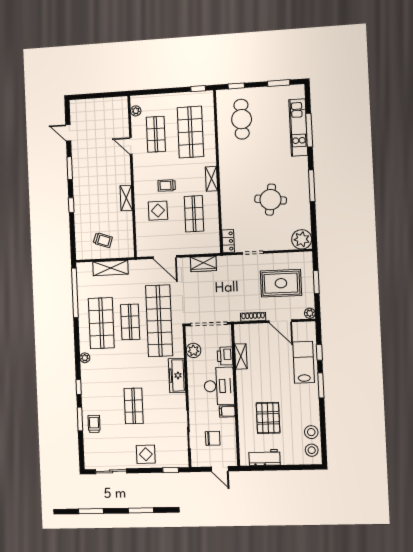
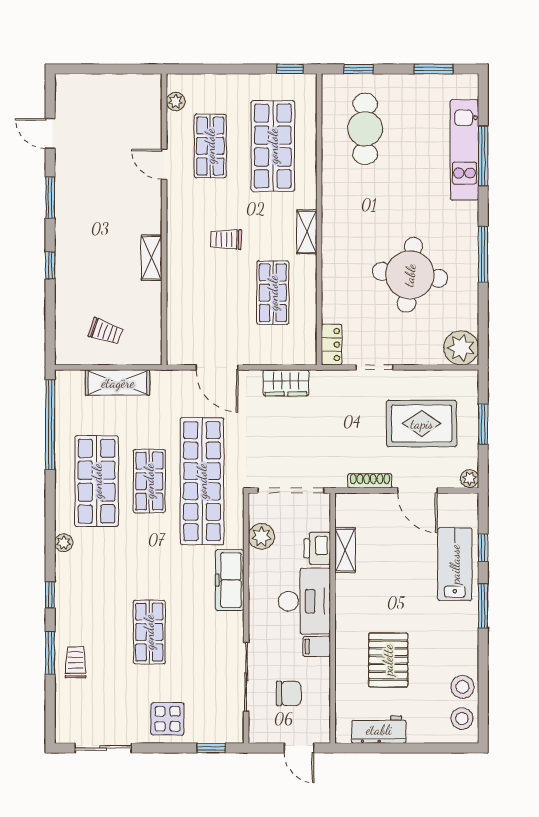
round table: (271, 200) -> (410, 275), width x1.36, depth x1.36
display table: (158, 211) -> (208, 284), removed

